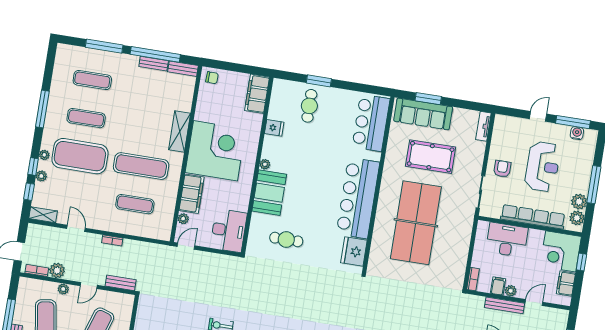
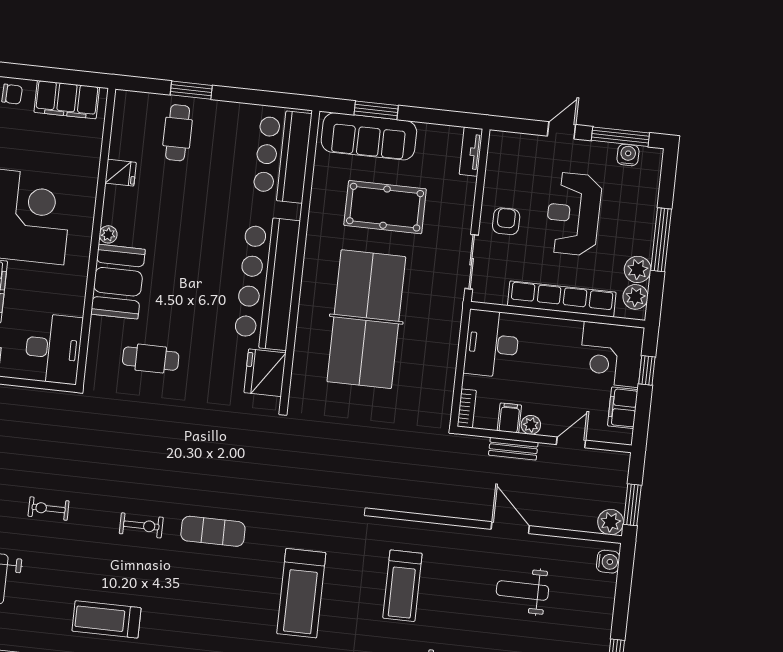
filing cabinet: (257, 94) -> (67, 100), moved, turned -90
reception desk: (543, 167) -> (573, 214), turned 180
desk: (507, 240) -> (492, 344), moved, turned -90
bench: (505, 305) -> (513, 449), width x0.73

